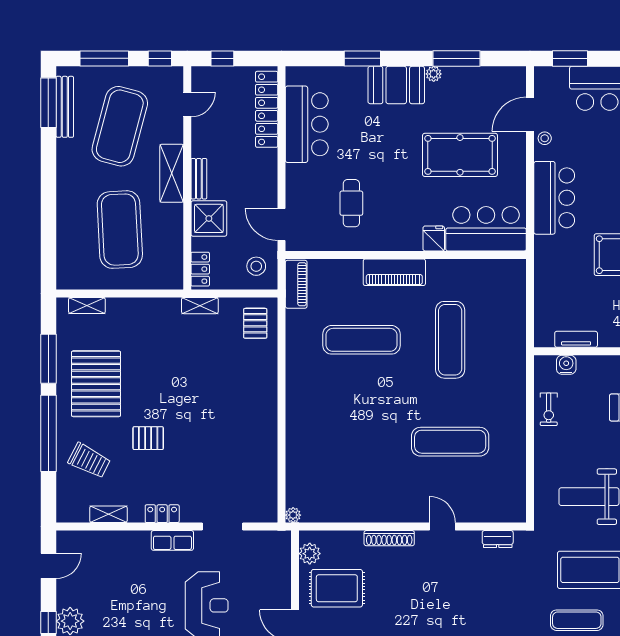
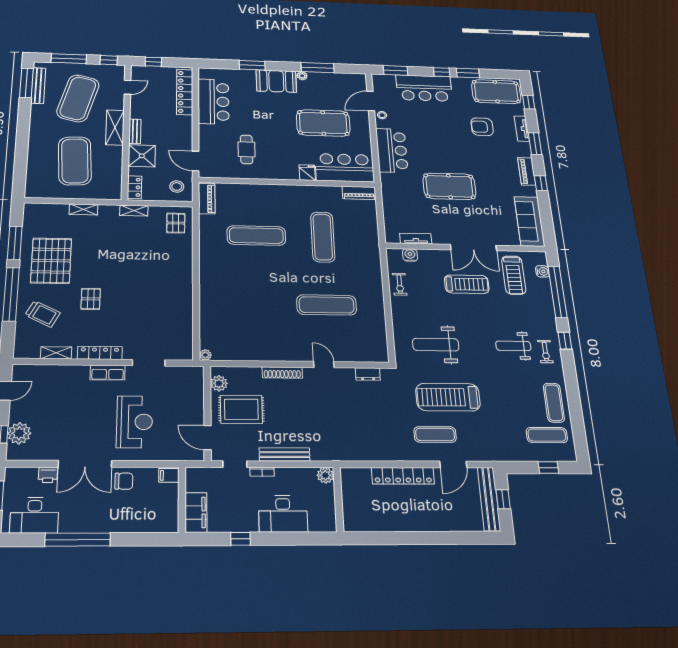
piano: (394, 272) -> (359, 193), moved, width x0.73, depth x0.75
shelving: (87, 306) -> (83, 209), moved
pallet: (148, 438) -> (91, 299), turned 90
locker: (162, 514) -> (100, 353), width x1.53

